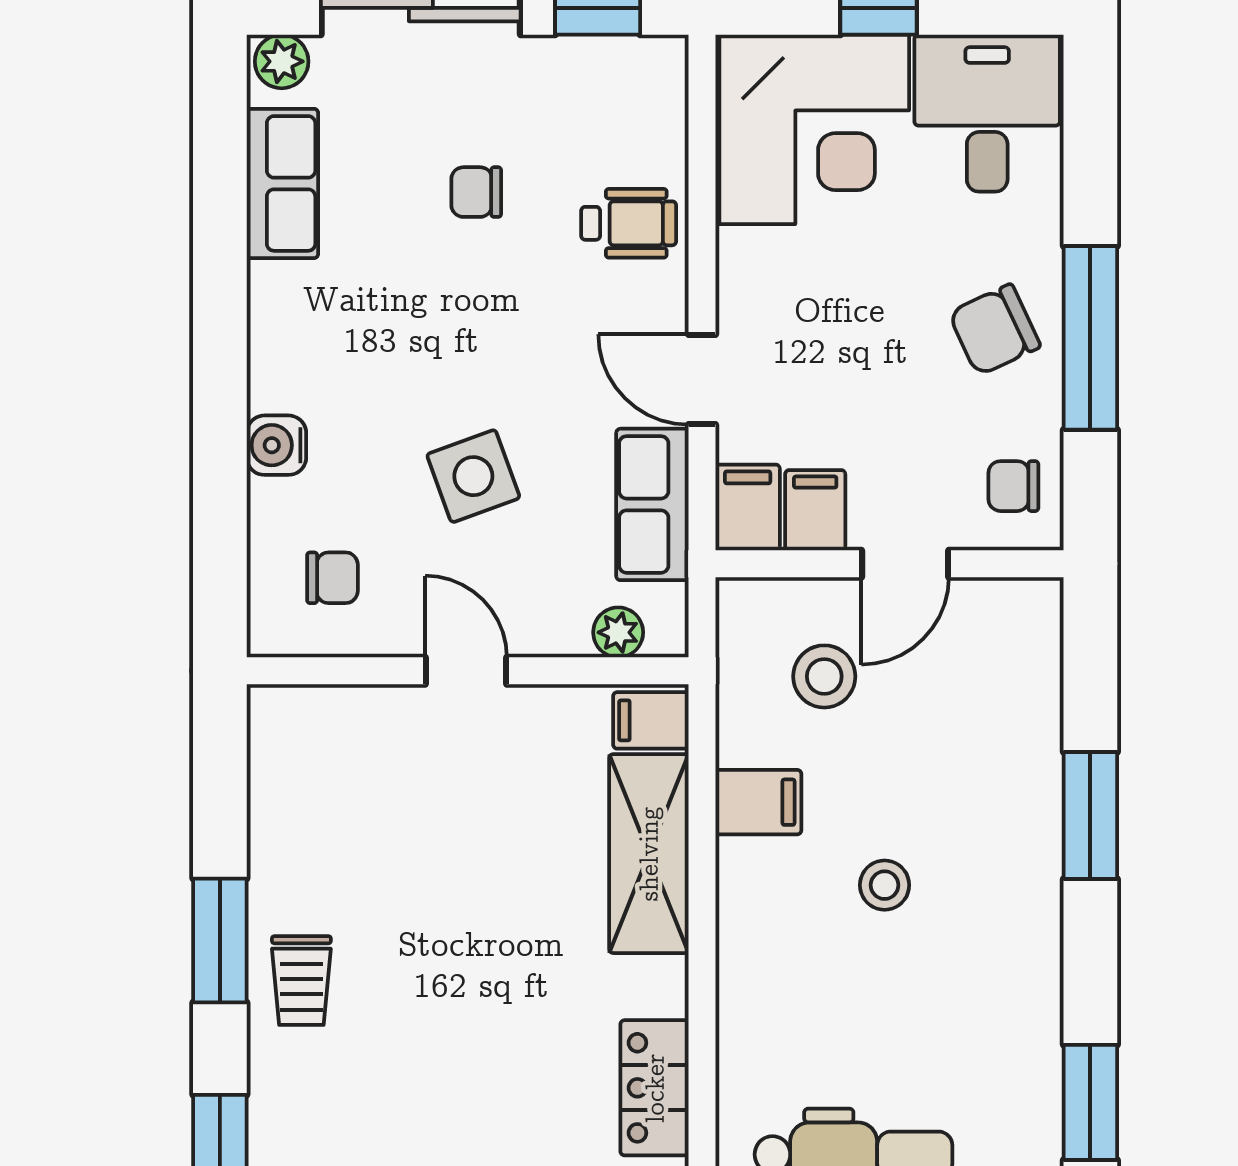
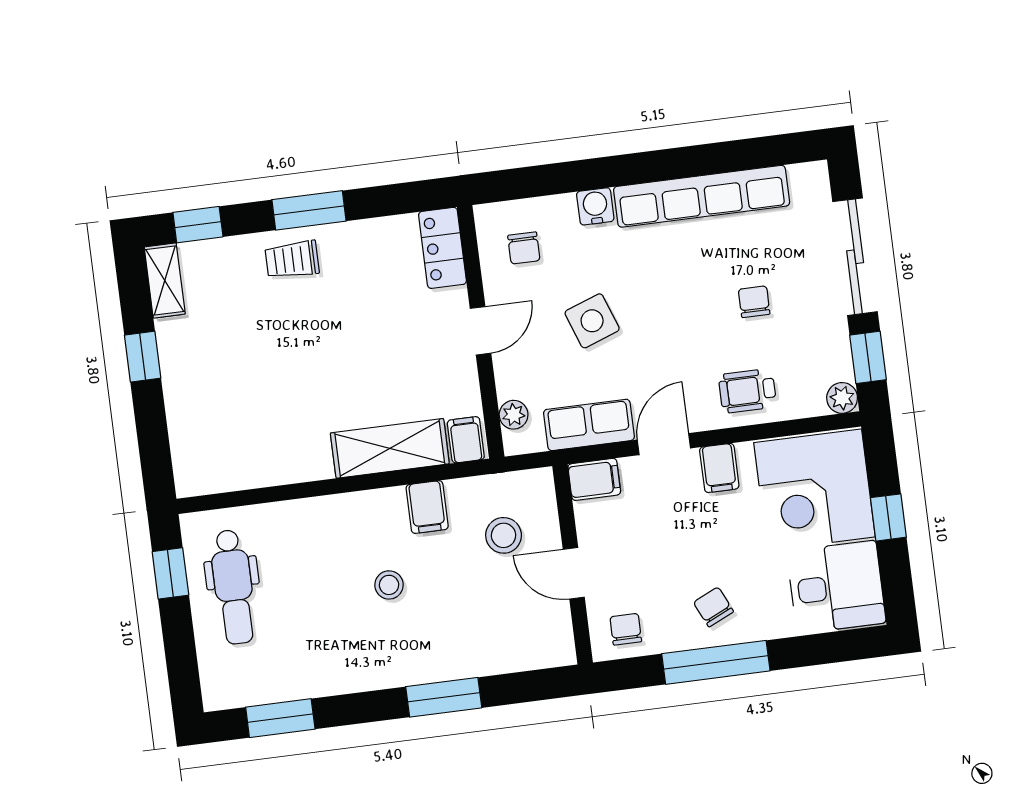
plant: (282, 61) -> (842, 398), moved
row of seats: (282, 183) -> (702, 196), width x2.02
wheelchair: (629, 223) -> (747, 391), turned 90
chair: (994, 330) -> (714, 607), width x0.73, depth x0.73
filing cabinet: (815, 510) -> (719, 468), moved, turned 90
locker: (655, 1088) -> (442, 248), moved, turned -90

